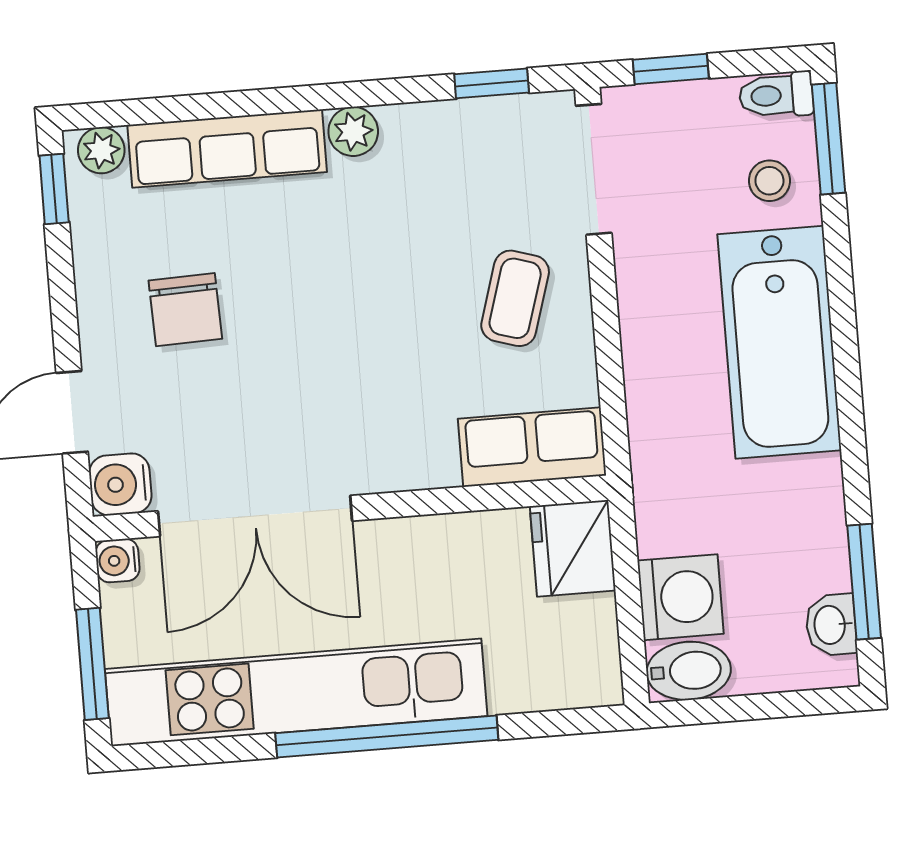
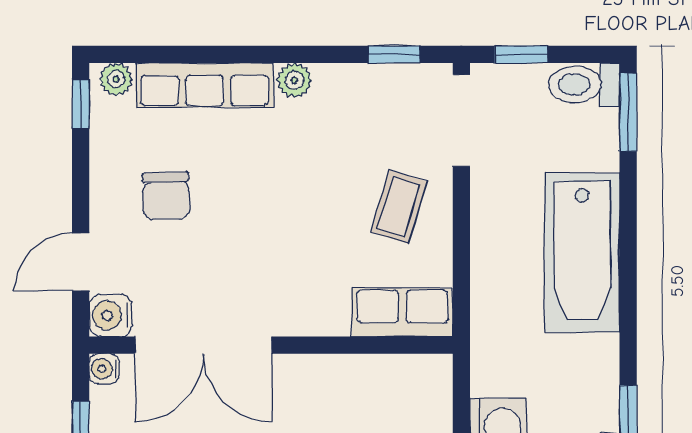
toilet: (776, 95) -> (584, 85), width x1.37, depth x1.39
stool: (769, 181) -> (584, 138), removed
fridge: (573, 548) -> (425, 386), removed

